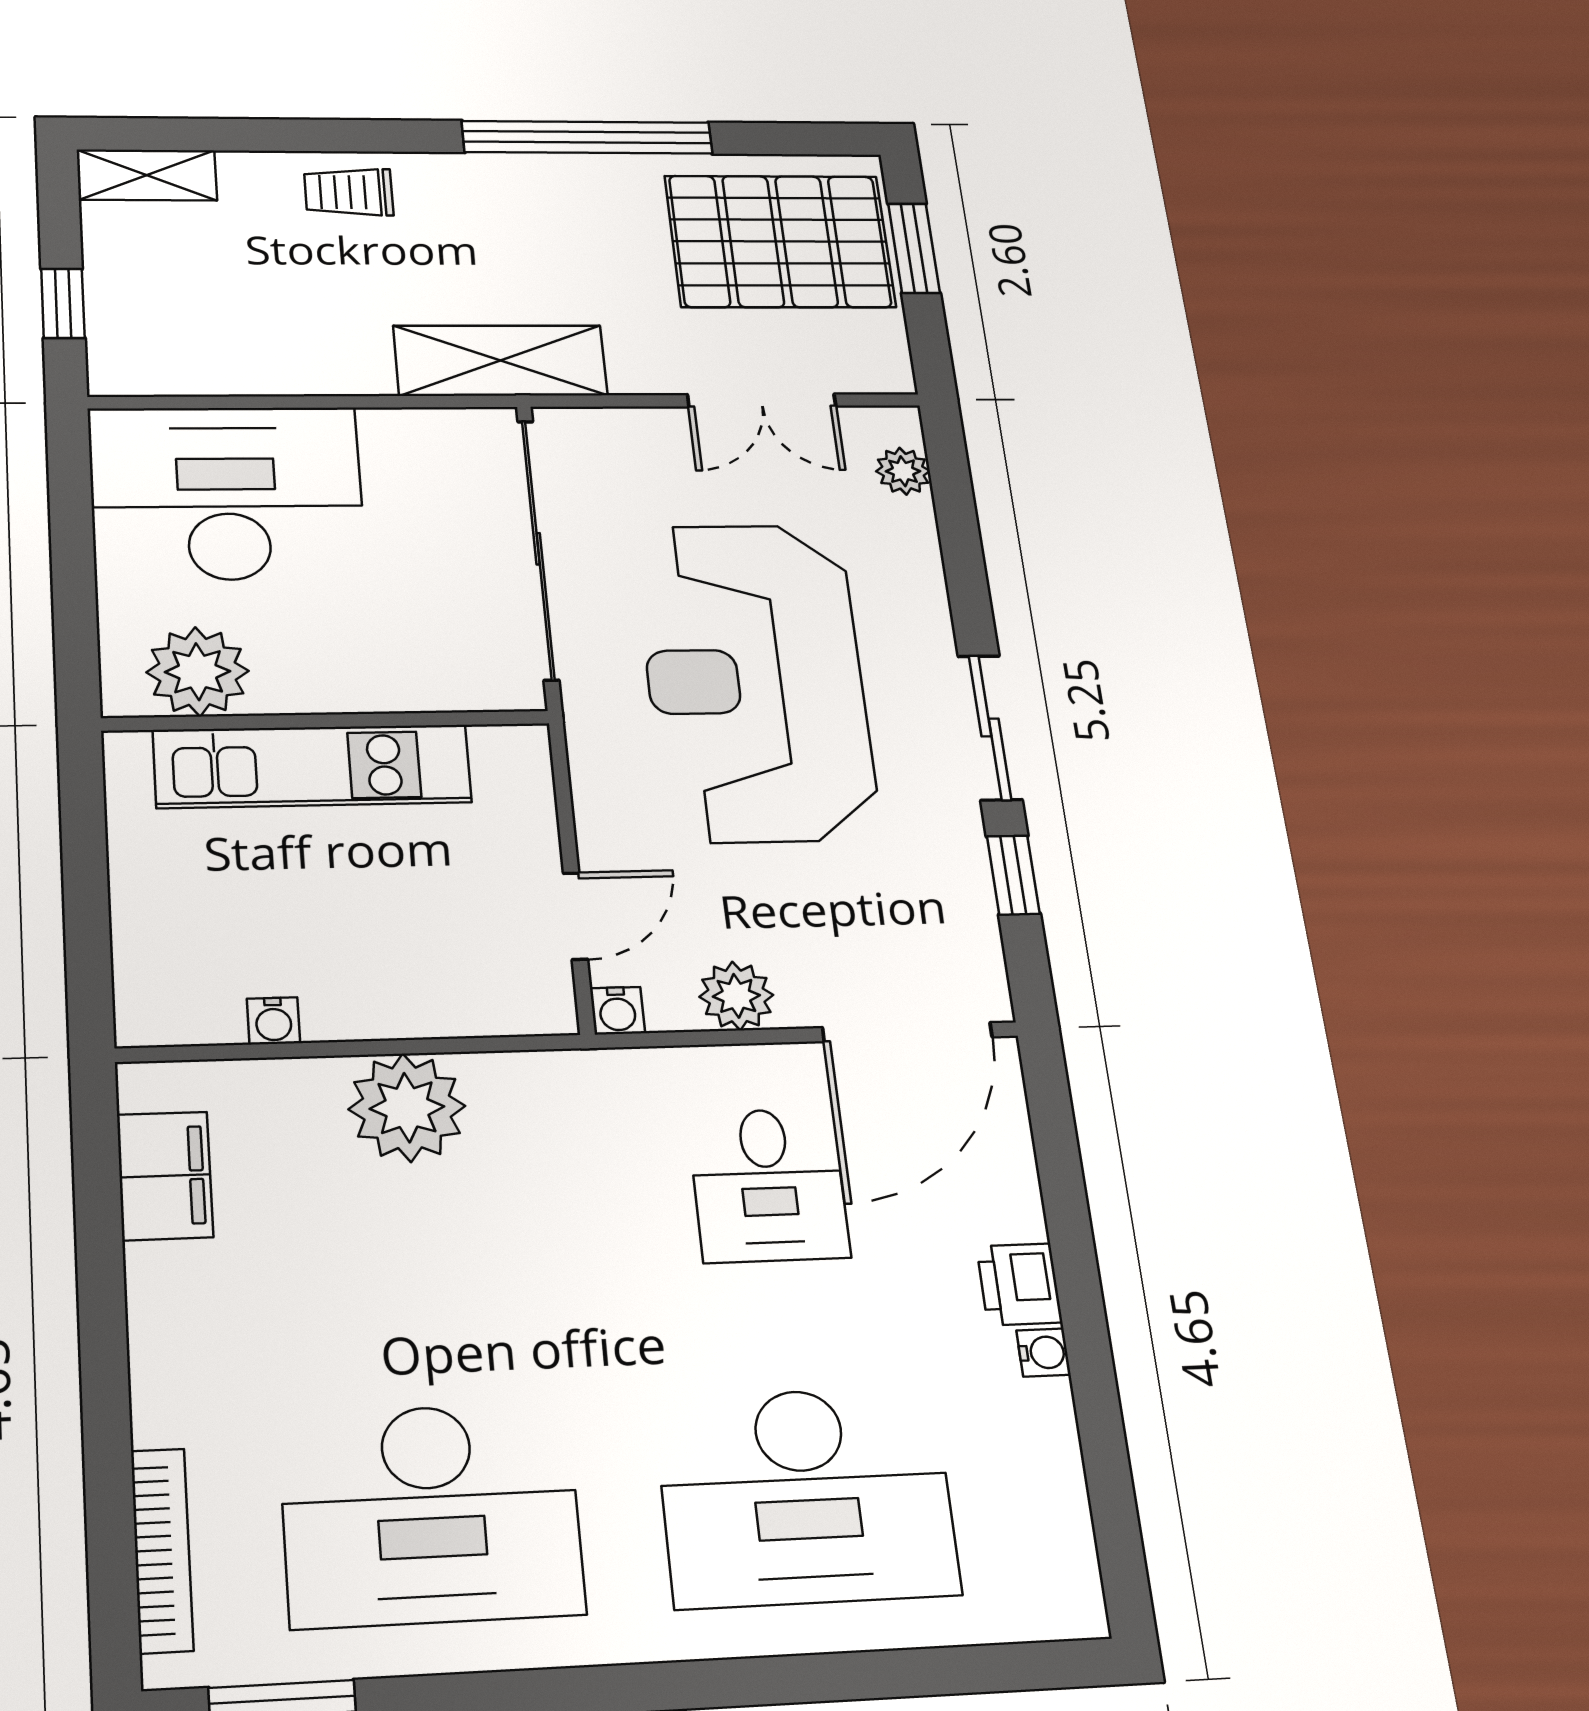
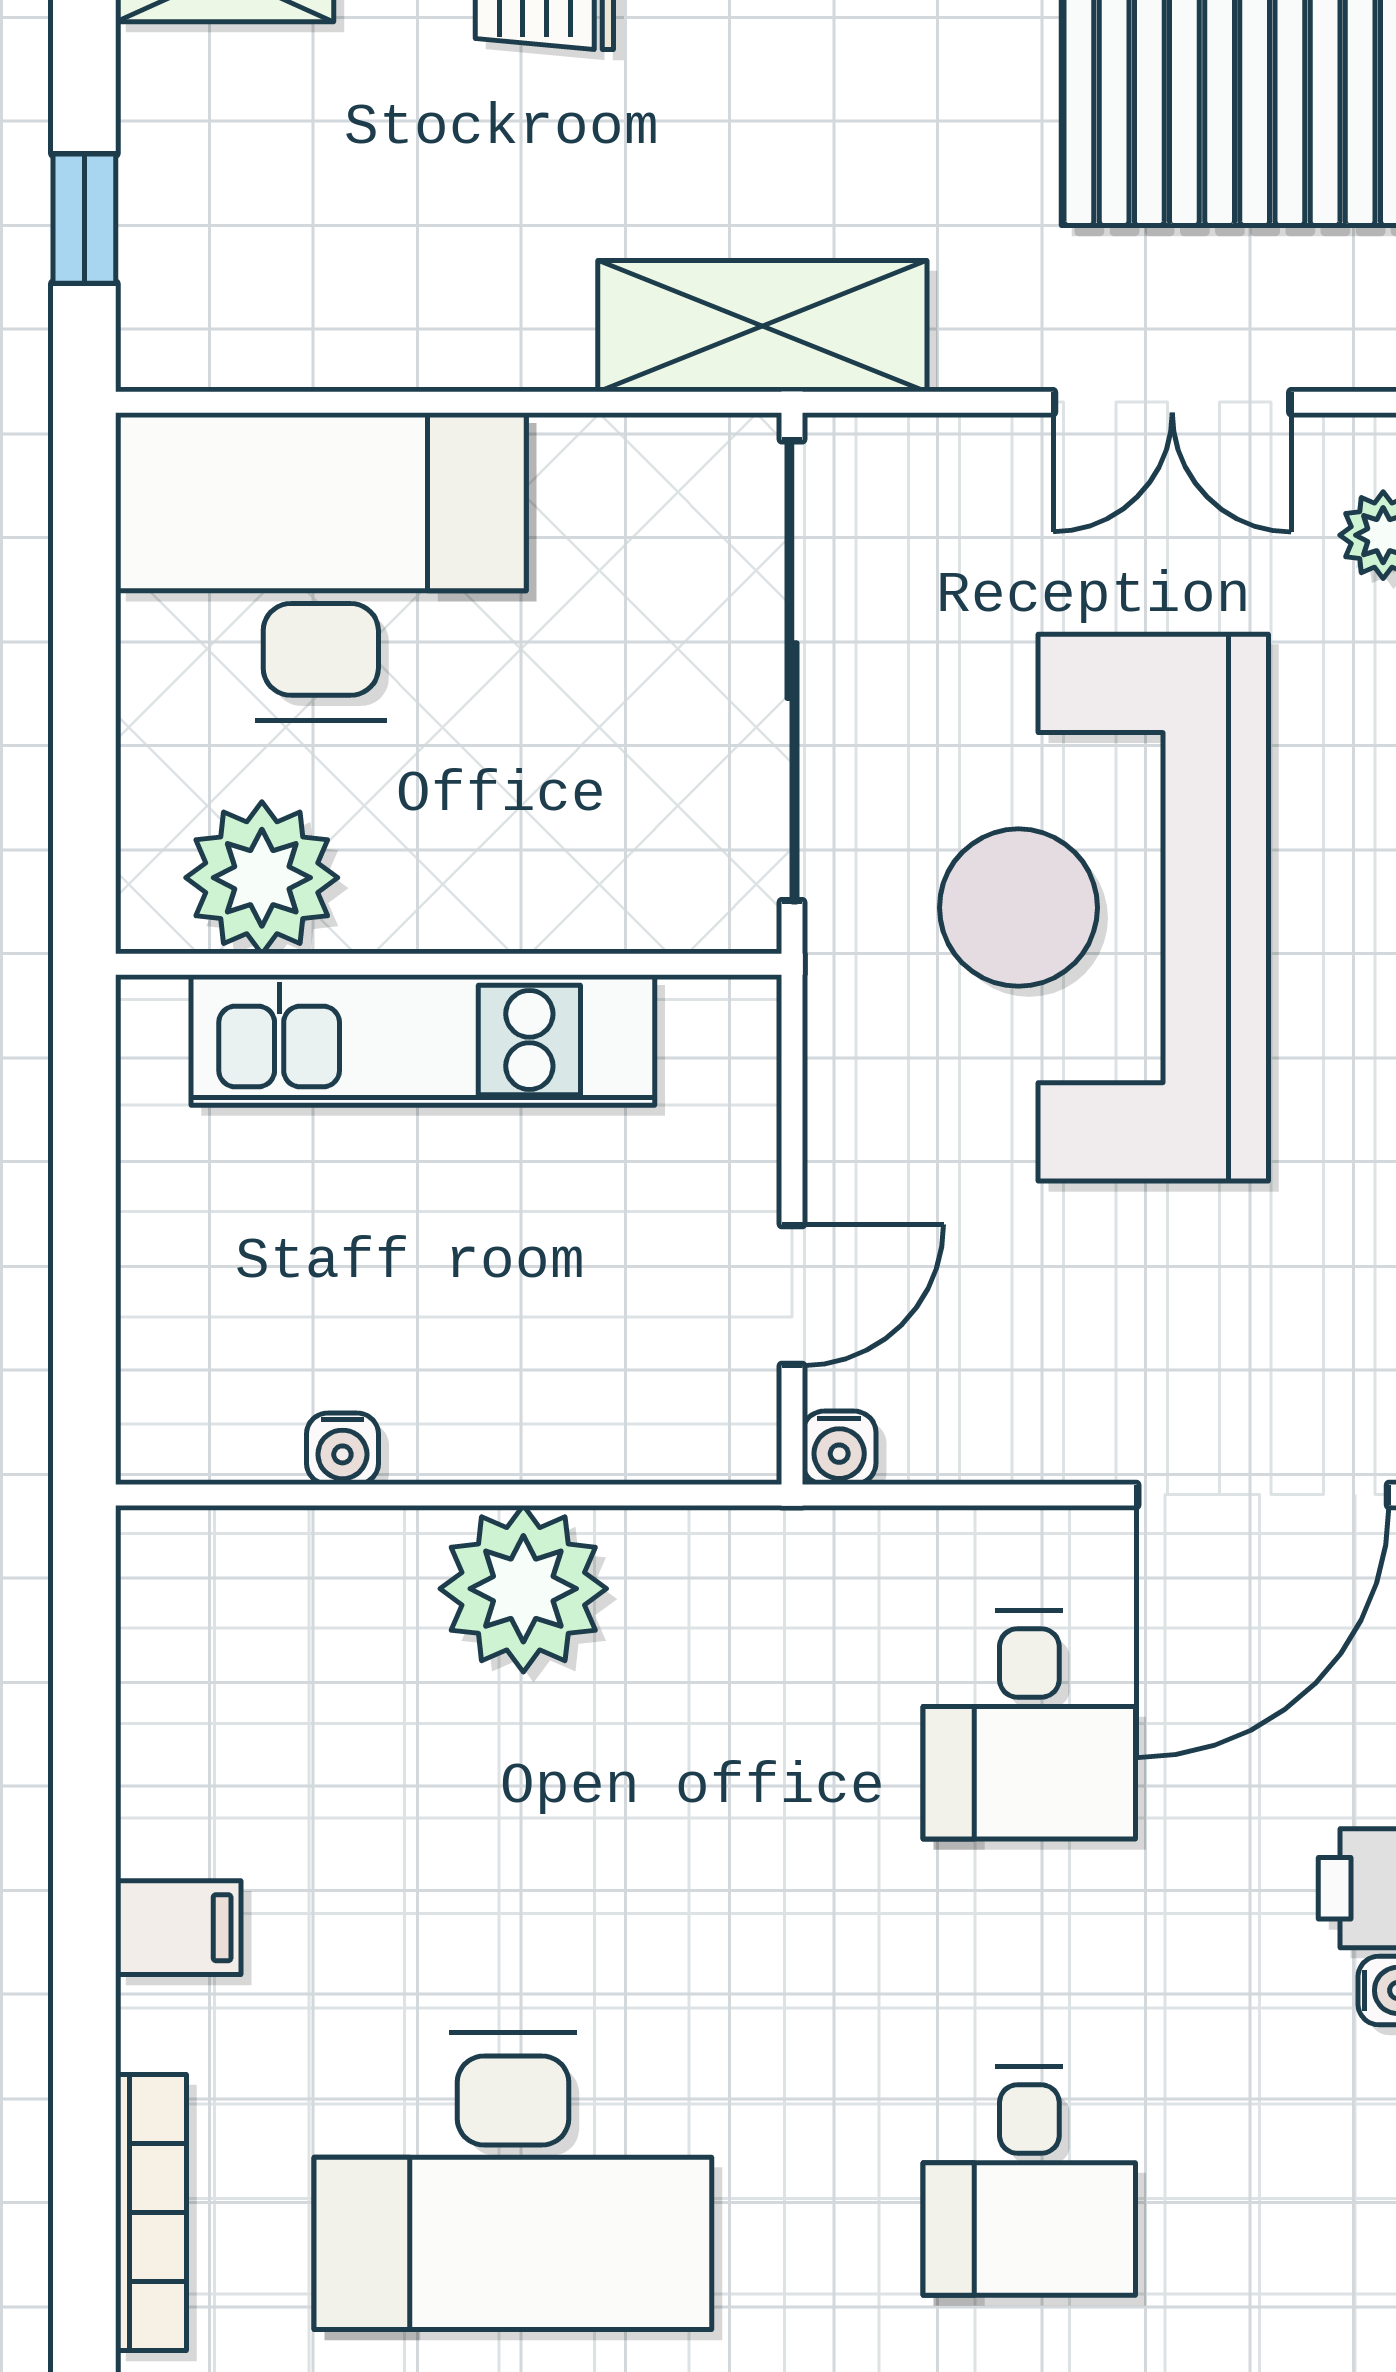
plant: (736, 996) -> (1016, 1430), removed
filing cabinet: (165, 1176) -> (178, 1928), moved, width x0.50
desk: (806, 1496) -> (1029, 2181), width x0.53, depth x0.77

